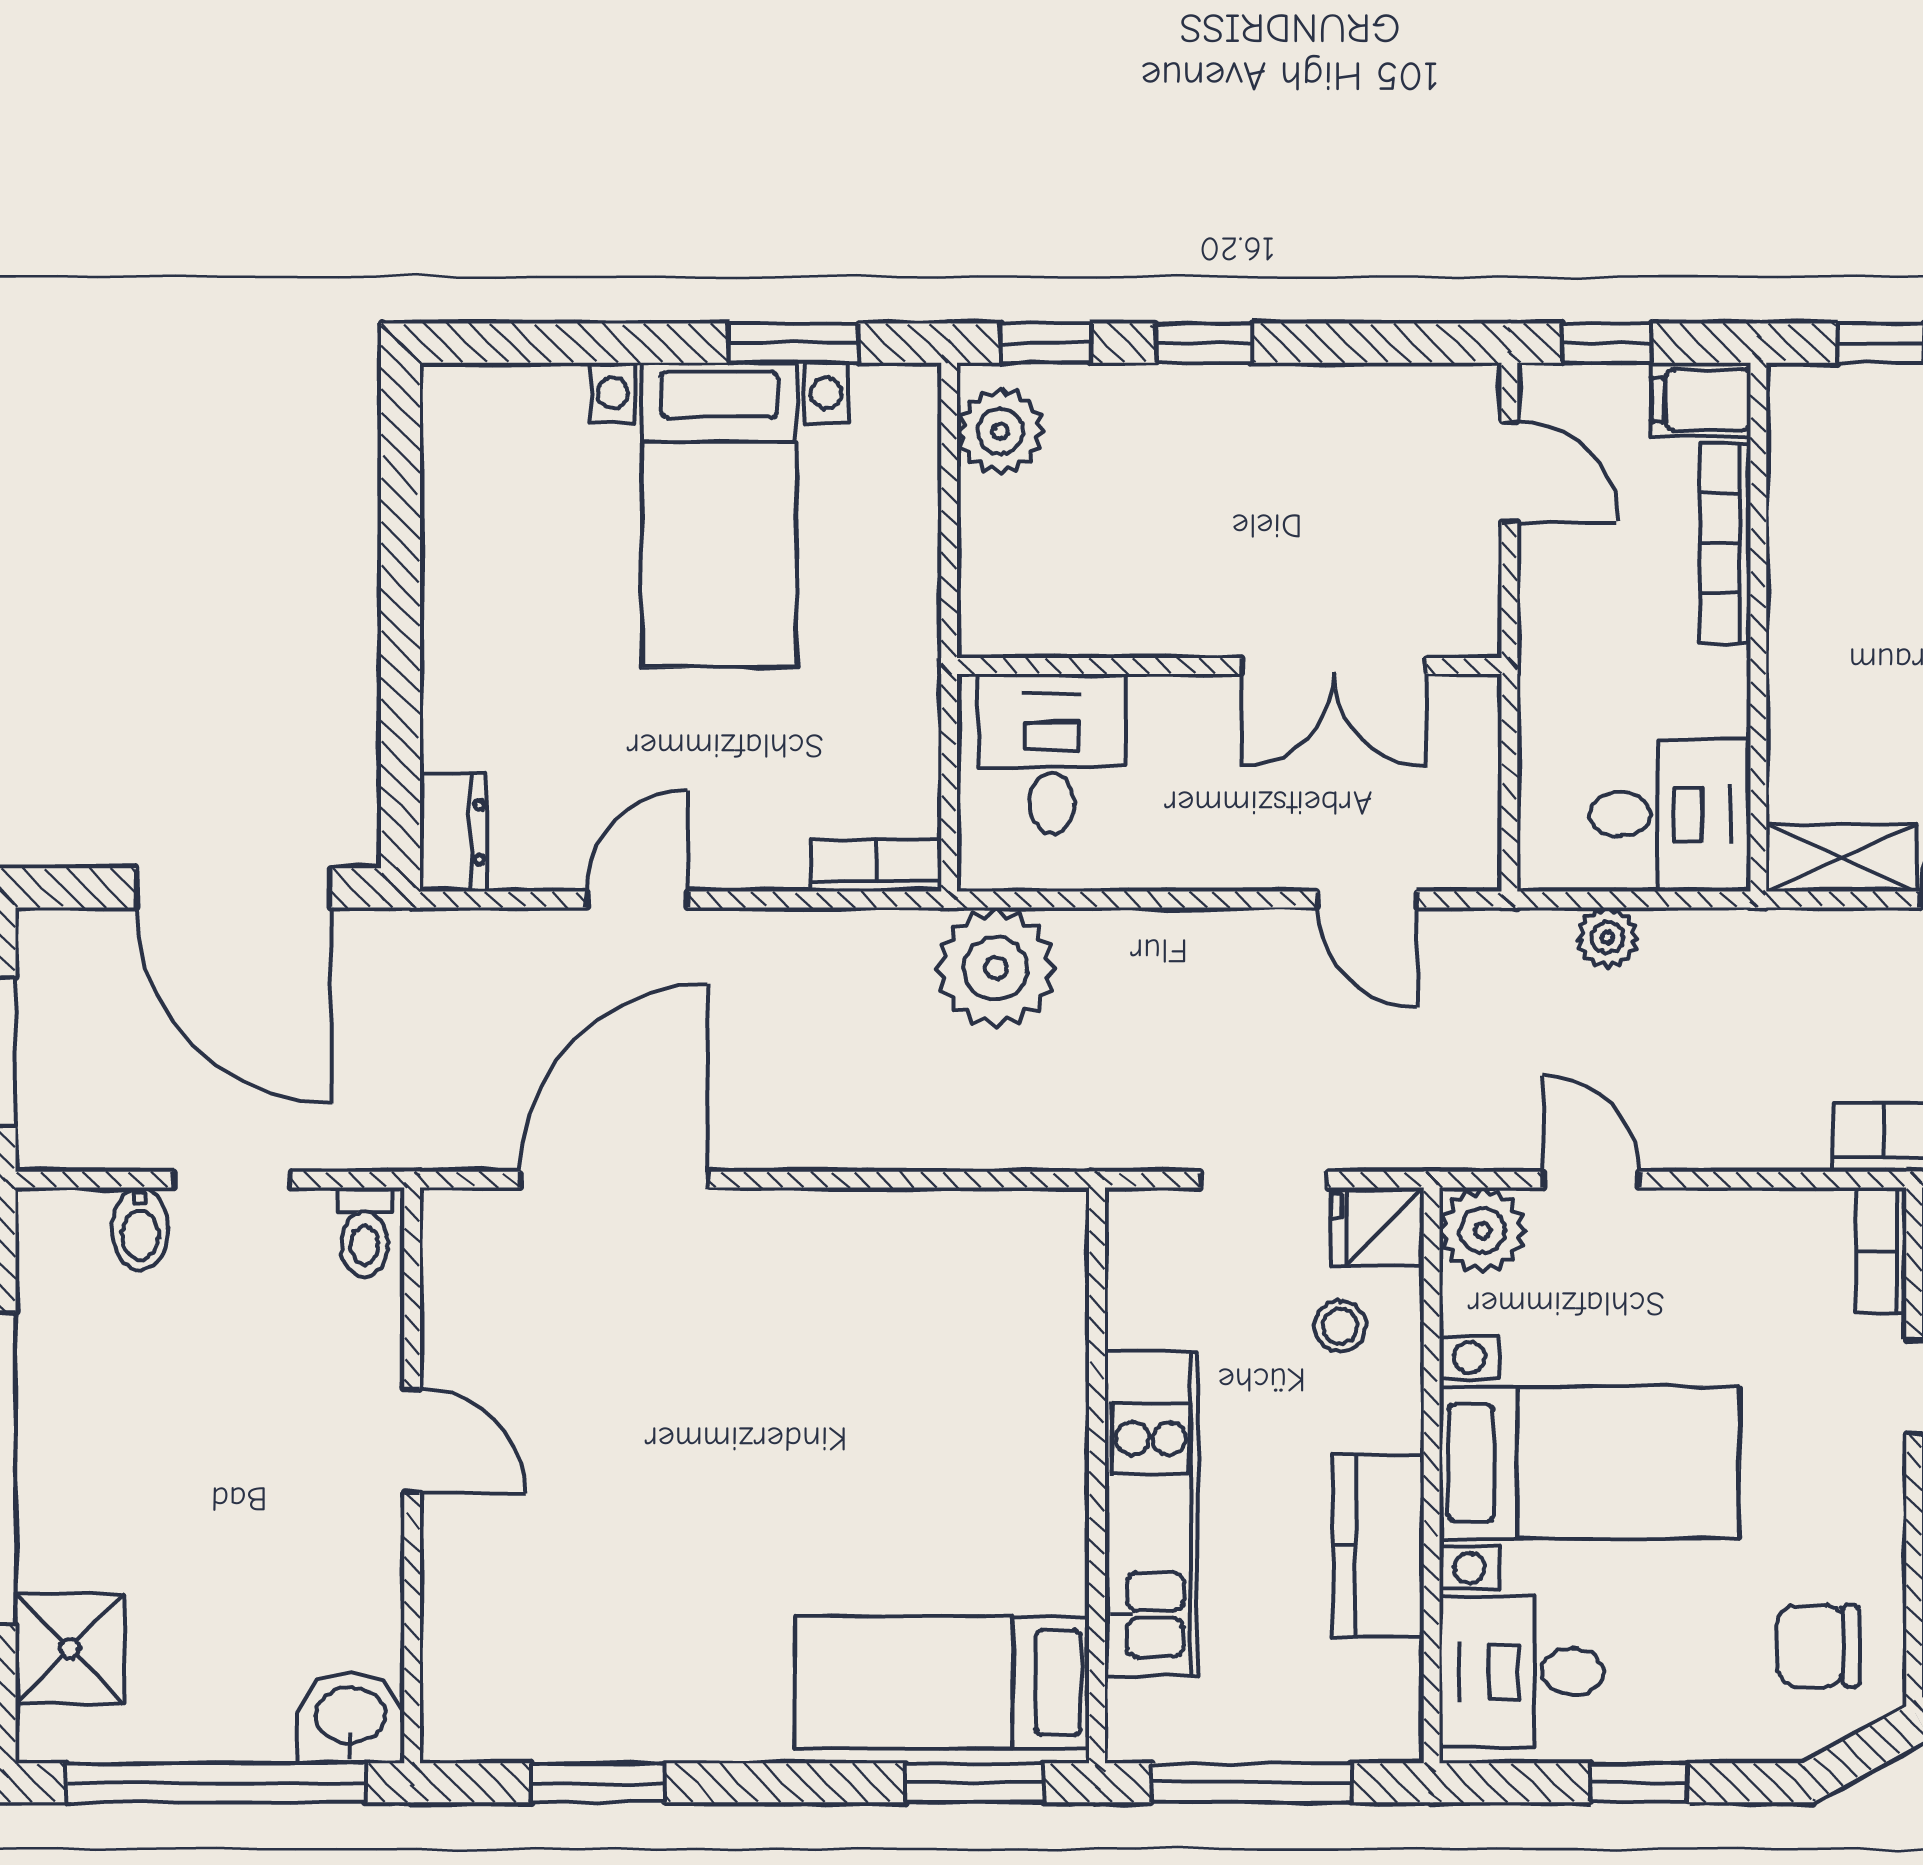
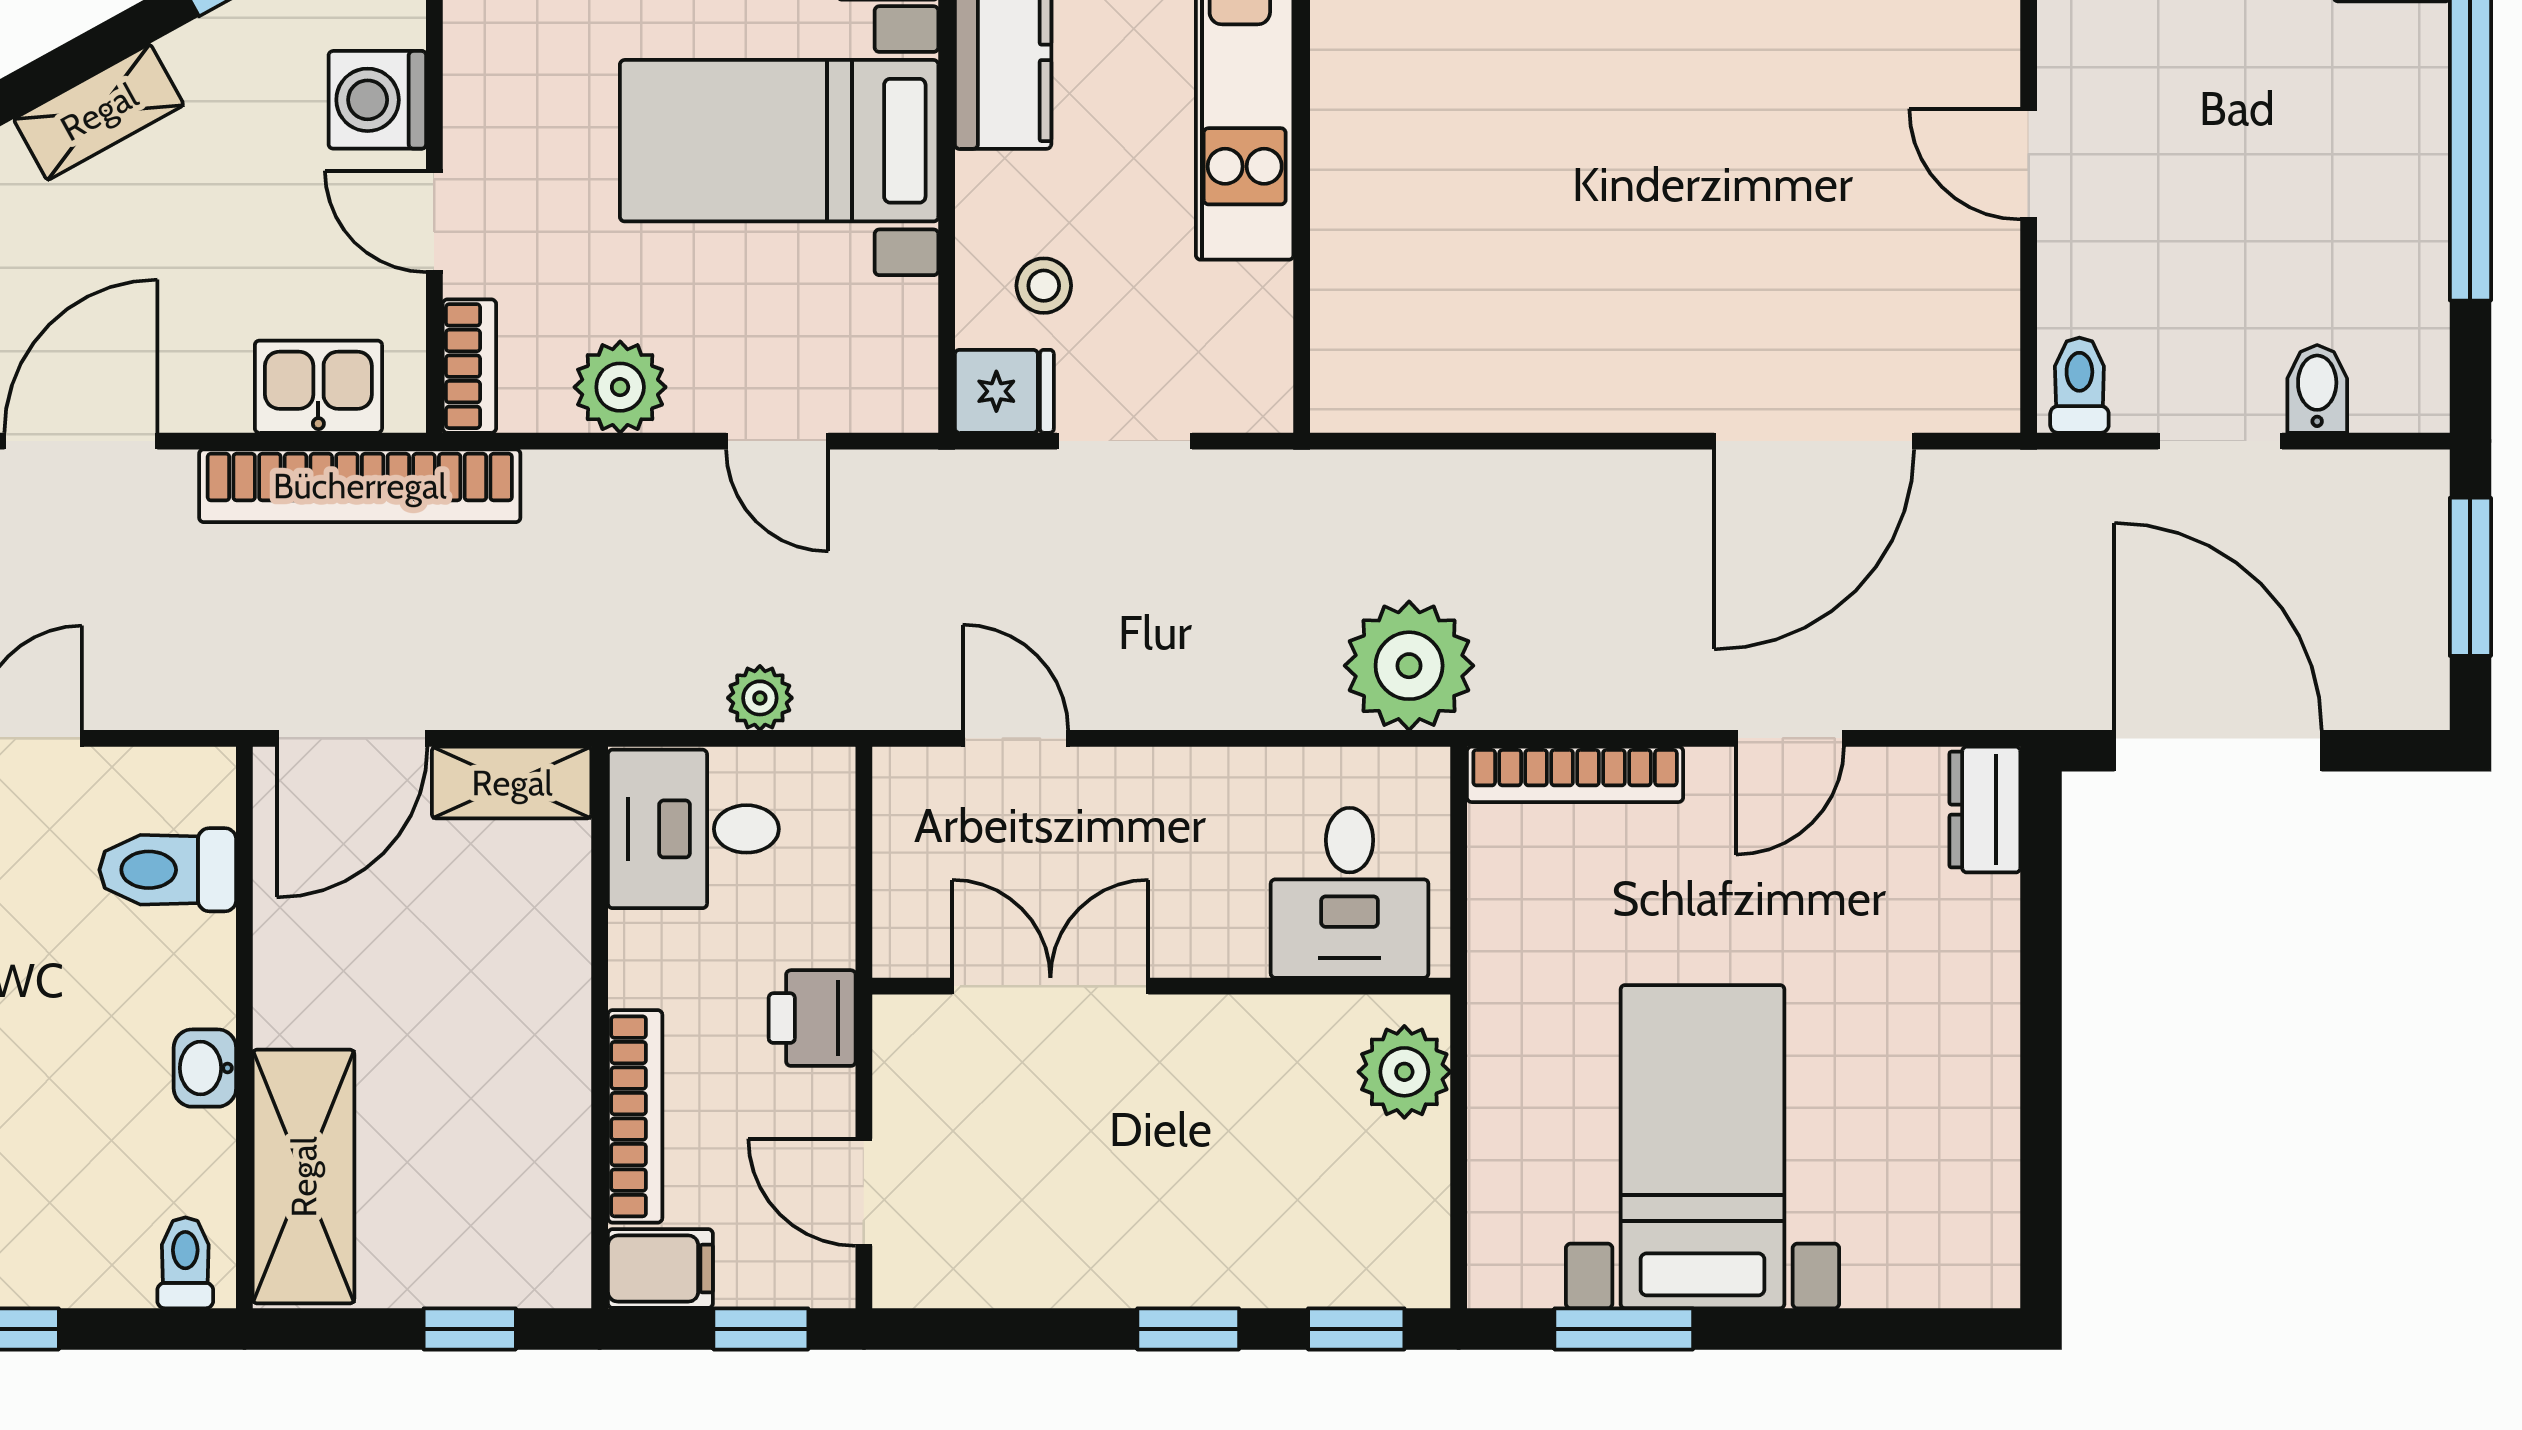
plant: (1000, 431) -> (1404, 1072), moved
printer: (1558, 636) -> (812, 1018), added
bookcase: (876, 866) -> (1575, 774), width x1.56
plant: (1482, 1230) -> (620, 387), moved

